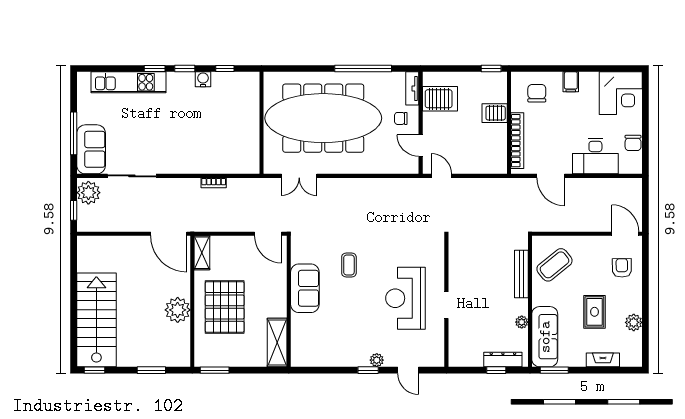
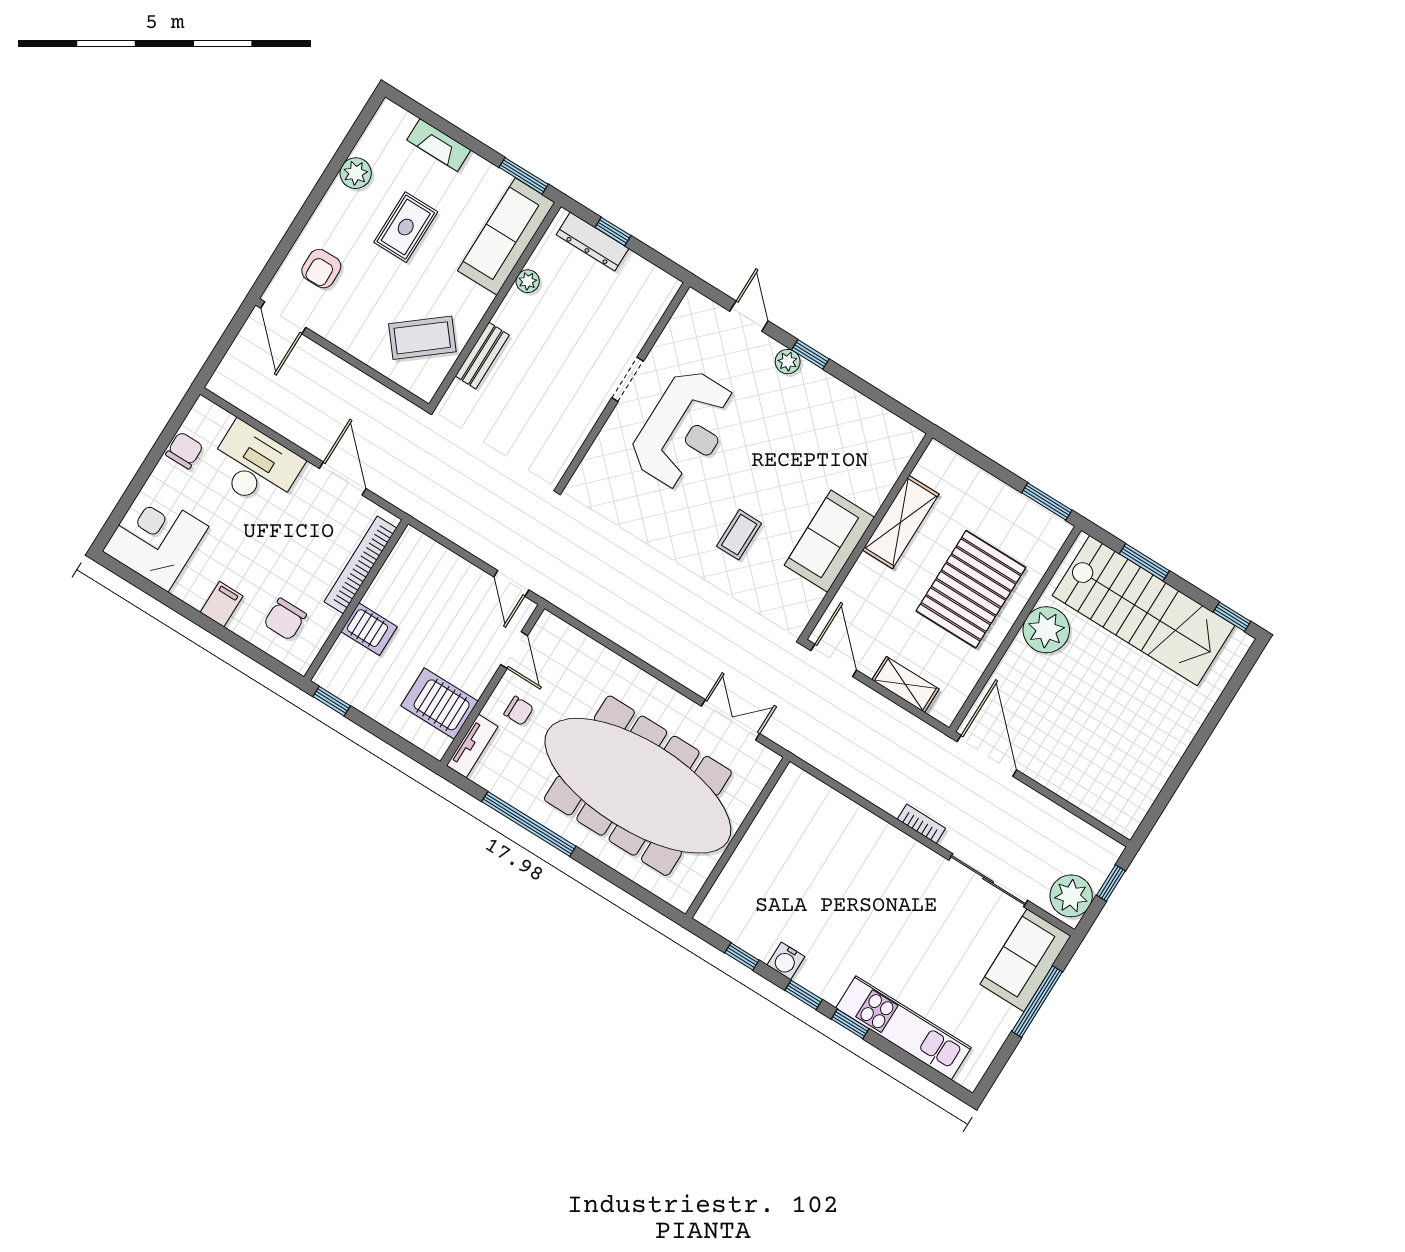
bookcase: (214, 183) -> (921, 824), moved
shelving: (202, 253) -> (905, 684), moved, turned 90
bench: (521, 274) -> (482, 355), width x0.73
stairs: (96, 320) -> (1143, 610), moved, turned -90
shelving: (277, 343) -> (901, 522), moved

